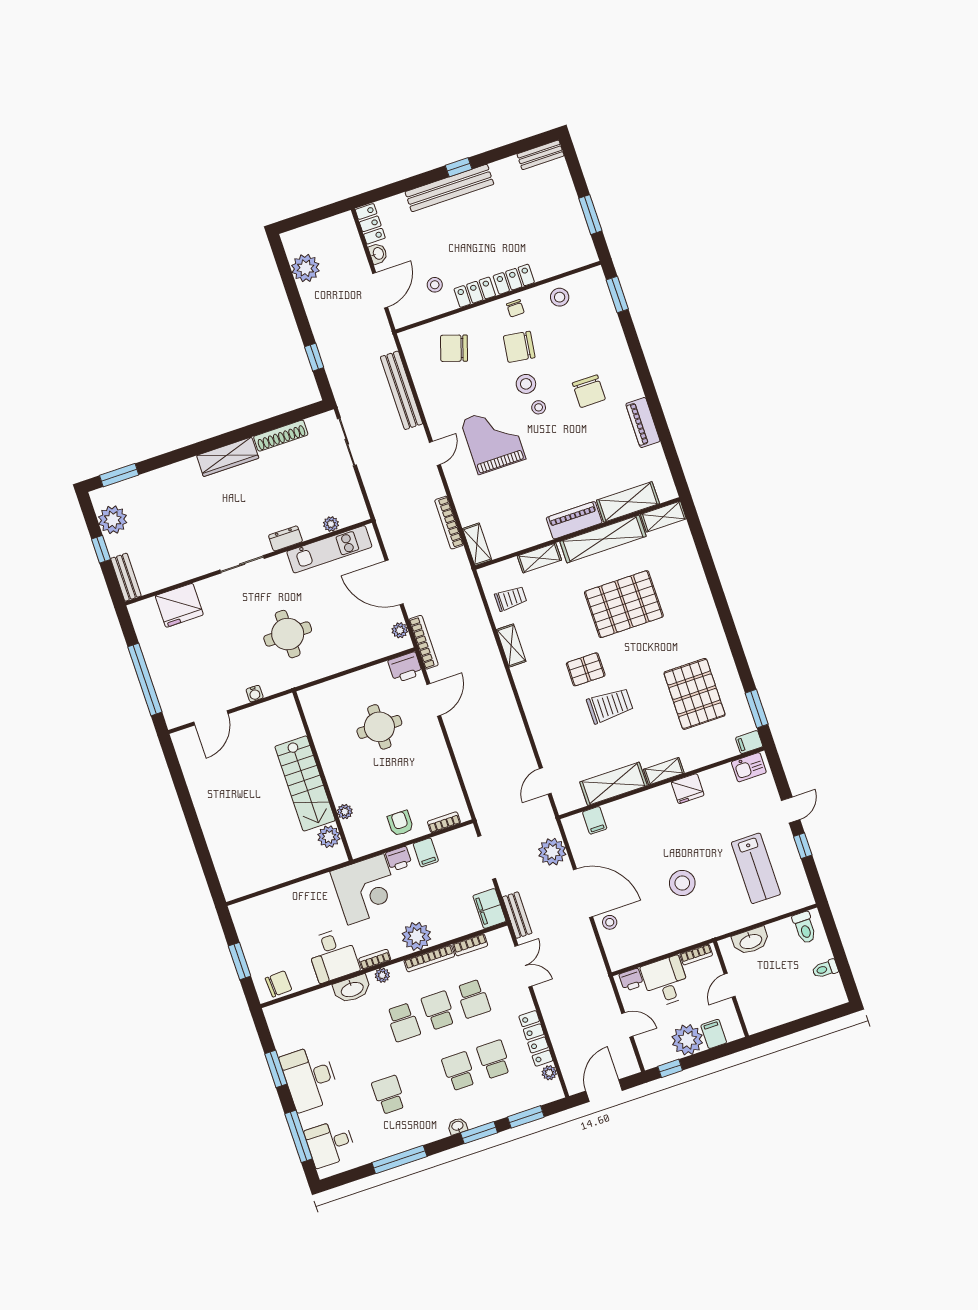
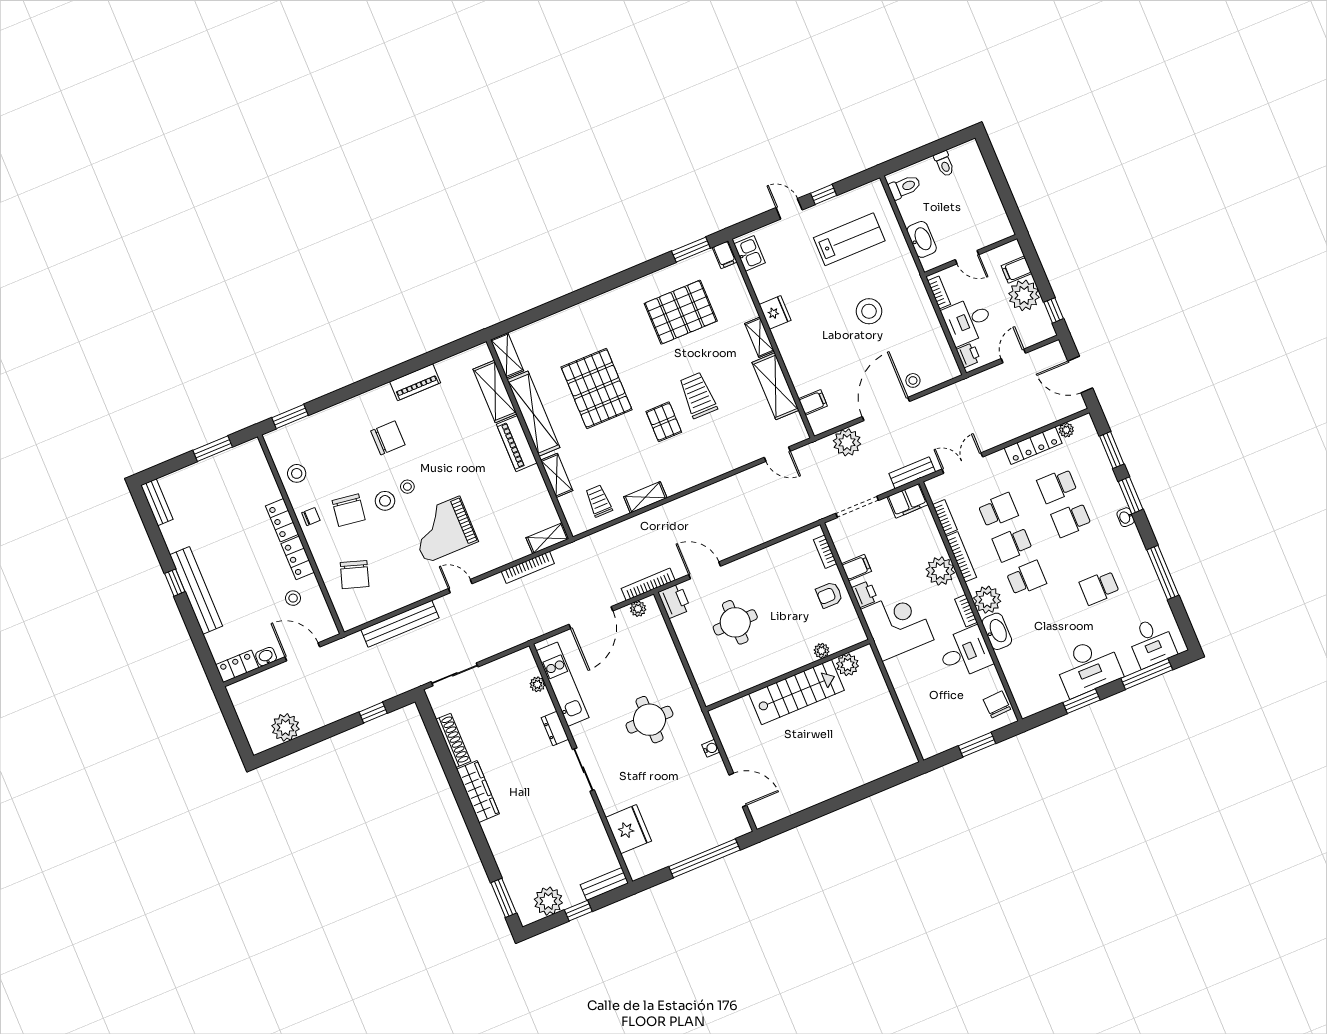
plant: (382, 975) -> (987, 600), width x1.88, depth x1.88

